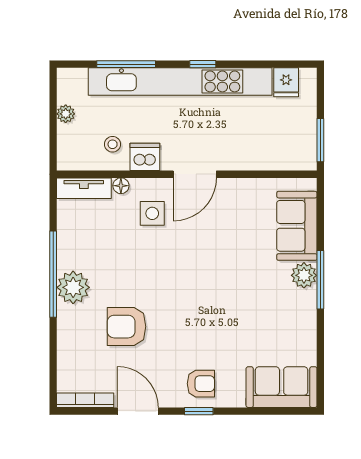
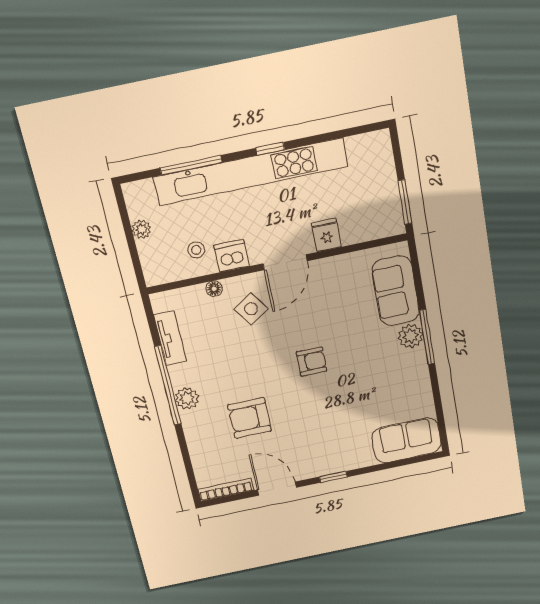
fridge: (286, 82) -> (326, 235), moved, turned 180
tv unit: (84, 188) -> (170, 338), moved, turned -90
side table: (152, 213) -> (251, 309), turned -34
plant: (73, 287) -> (187, 398), width x0.73, depth x0.73
armchair: (201, 384) -> (311, 362), moved

